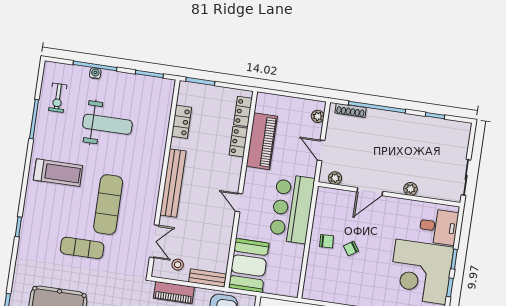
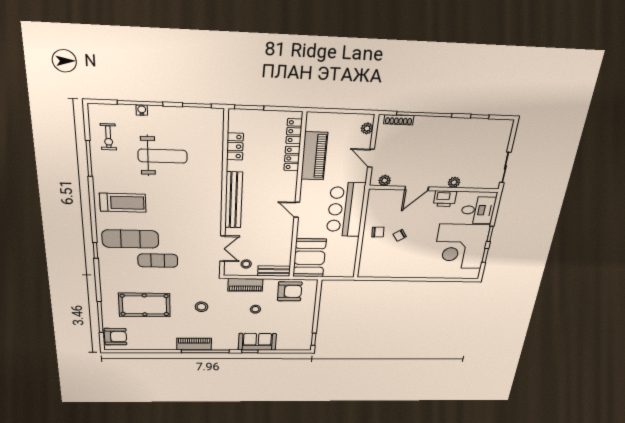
exercise mat: (108, 205) -> (130, 239), moved, turned 90
printer: (401, 208) -> (445, 199), added

